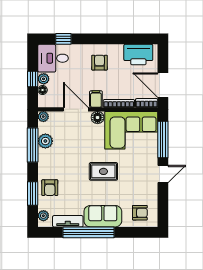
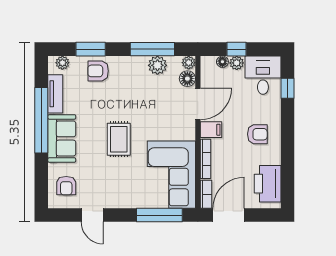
floor lamp: (98, 118) -> (187, 79), moved
door: (163, 174) -> (92, 215), moved

